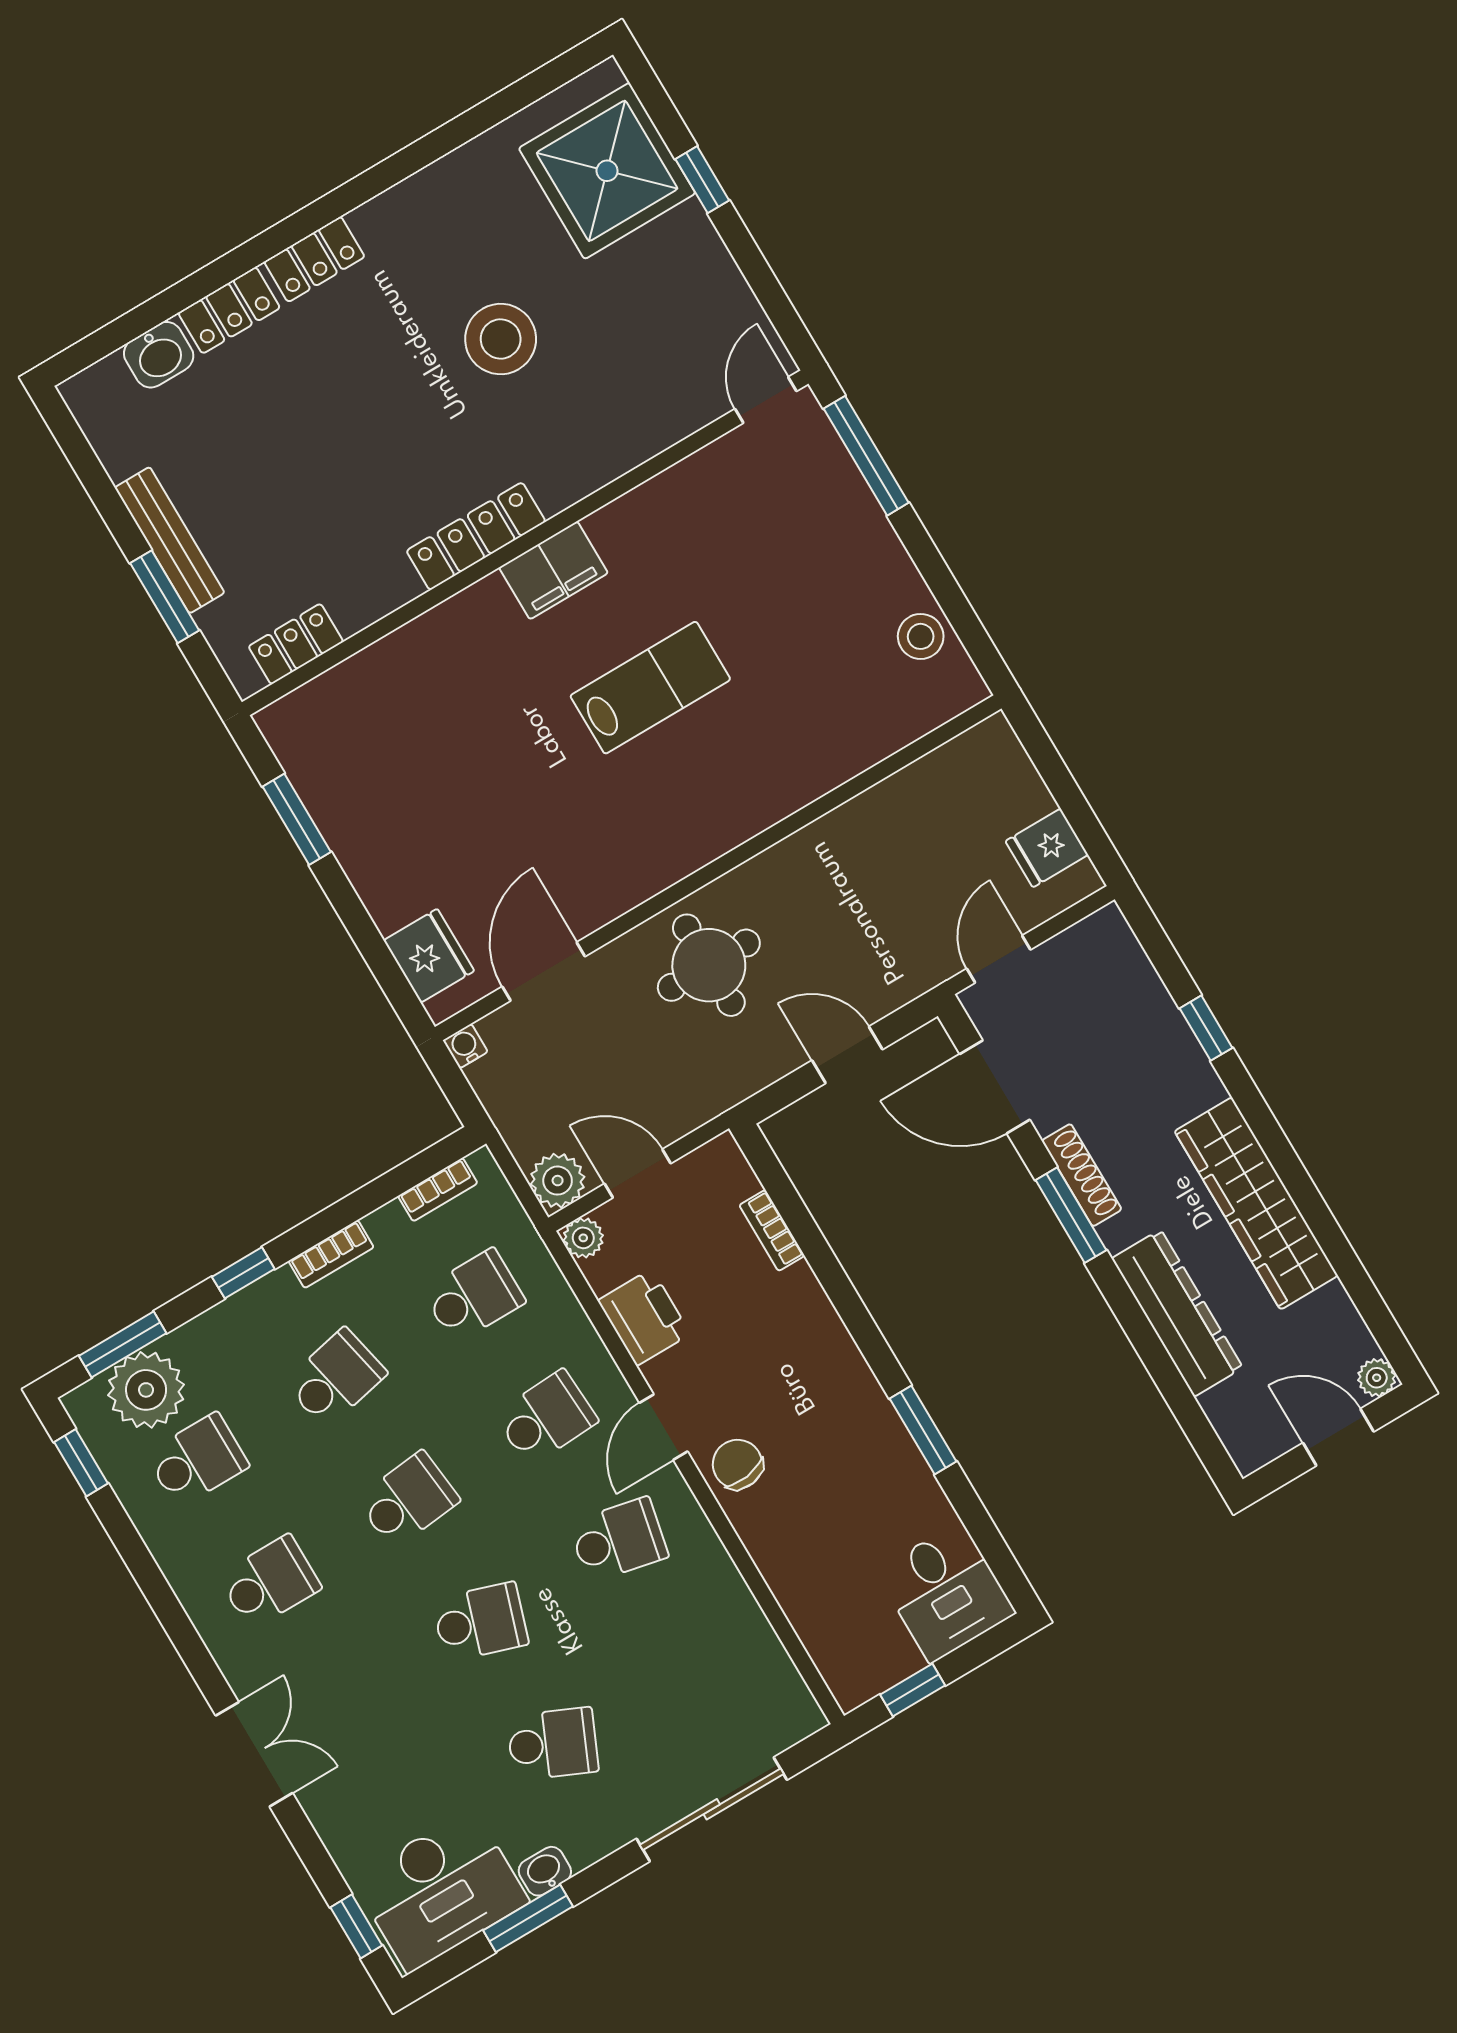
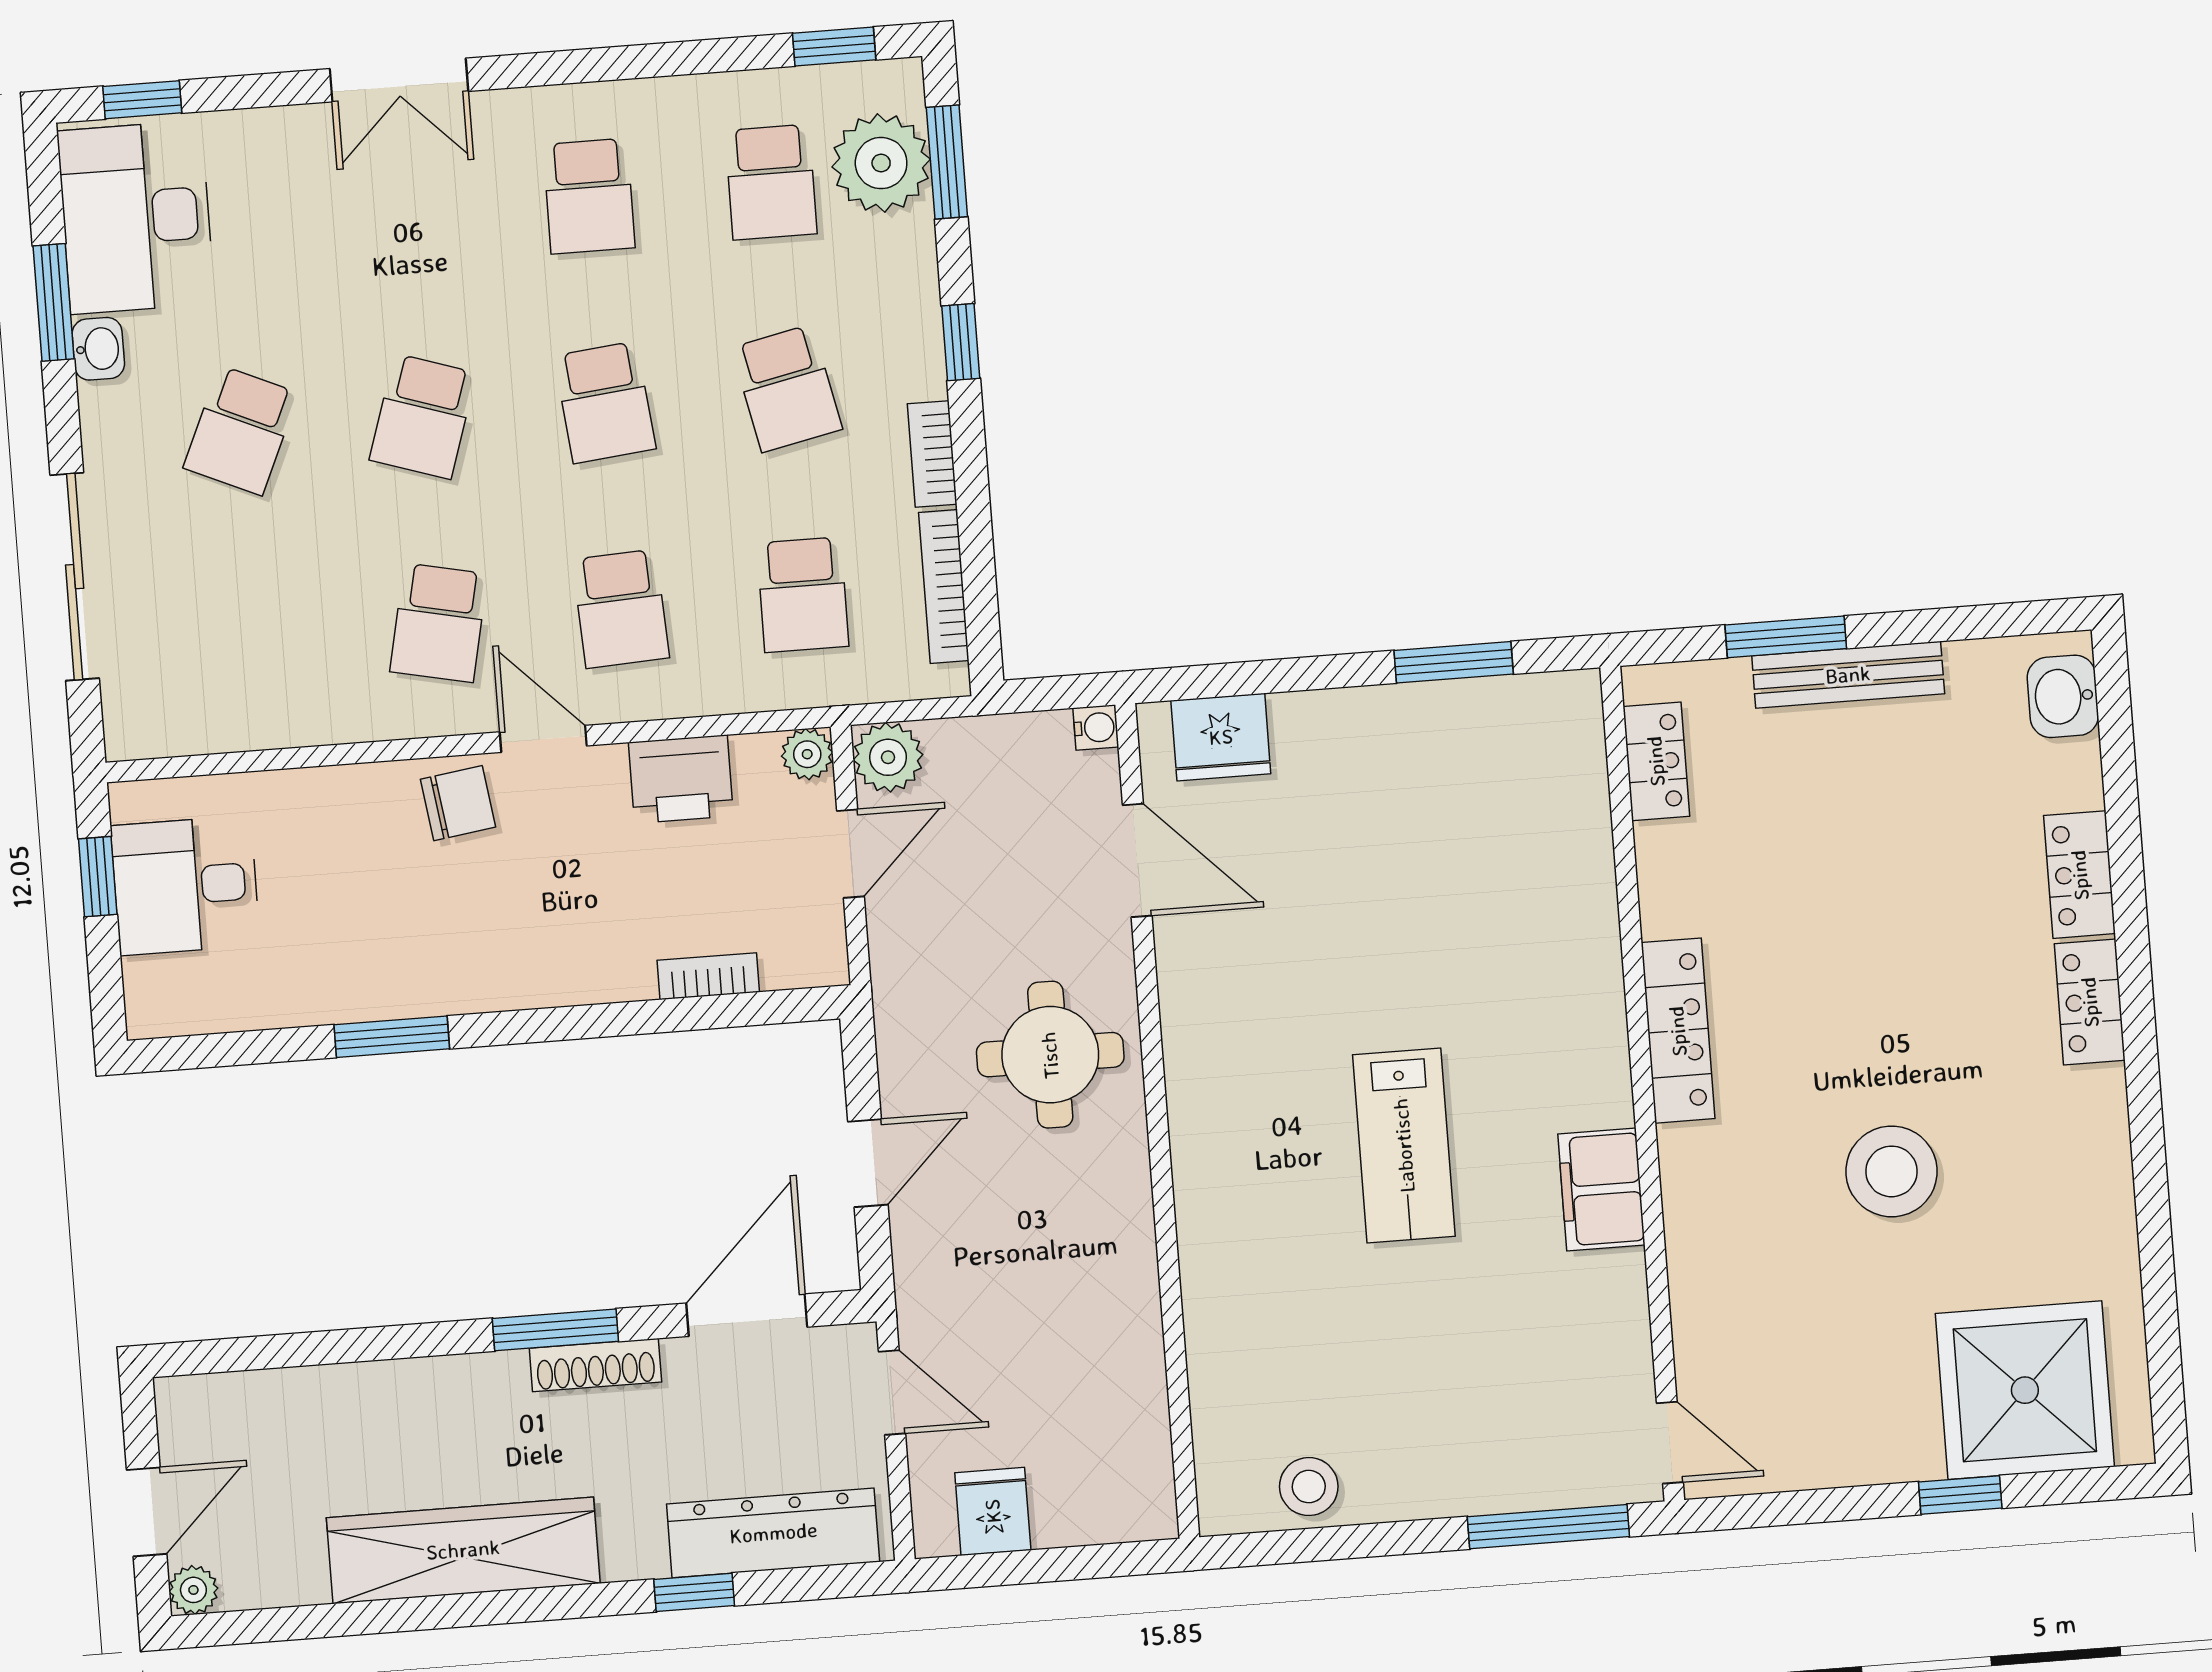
washbasin: (159, 355) -> (2063, 696), moved
filing cabinet: (553, 570) -> (1601, 1189), moved
bookcase: (438, 1190) -> (944, 587), width x1.56
dresser: (1177, 1313) -> (773, 1533), moved, turned 180
desk: (946, 1592) -> (185, 885), moved

